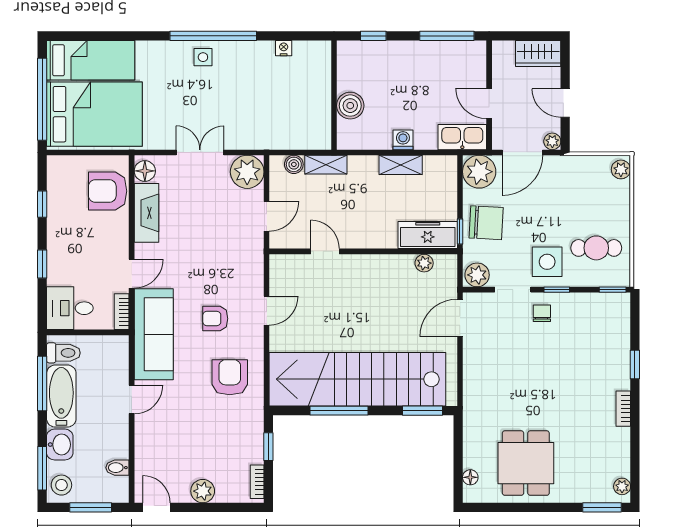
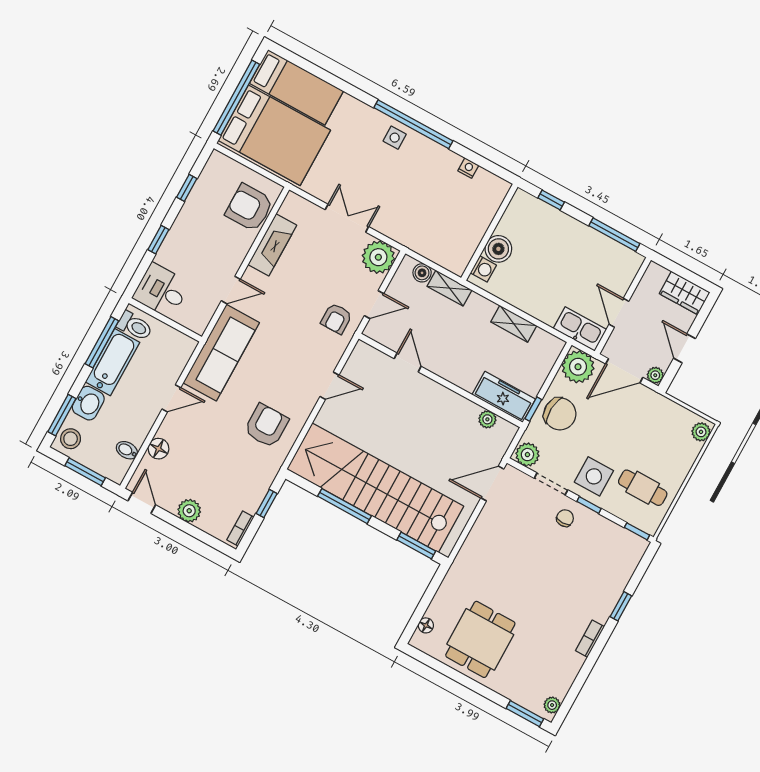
washing machine: (403, 140) -> (483, 269), moved, turned 90
floor lamp: (145, 171) -> (158, 449), moved
bookcase: (122, 312) -> (204, 318), removed
armchair: (215, 319) -> (336, 319), moved, turned -90

